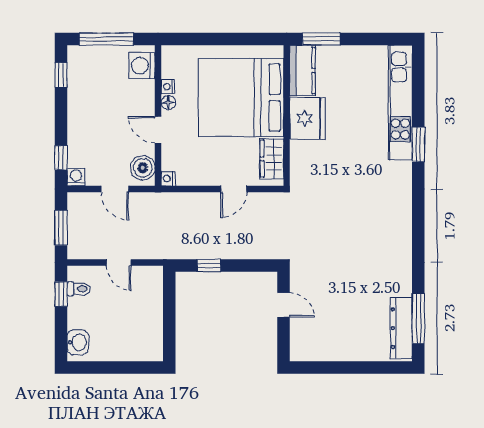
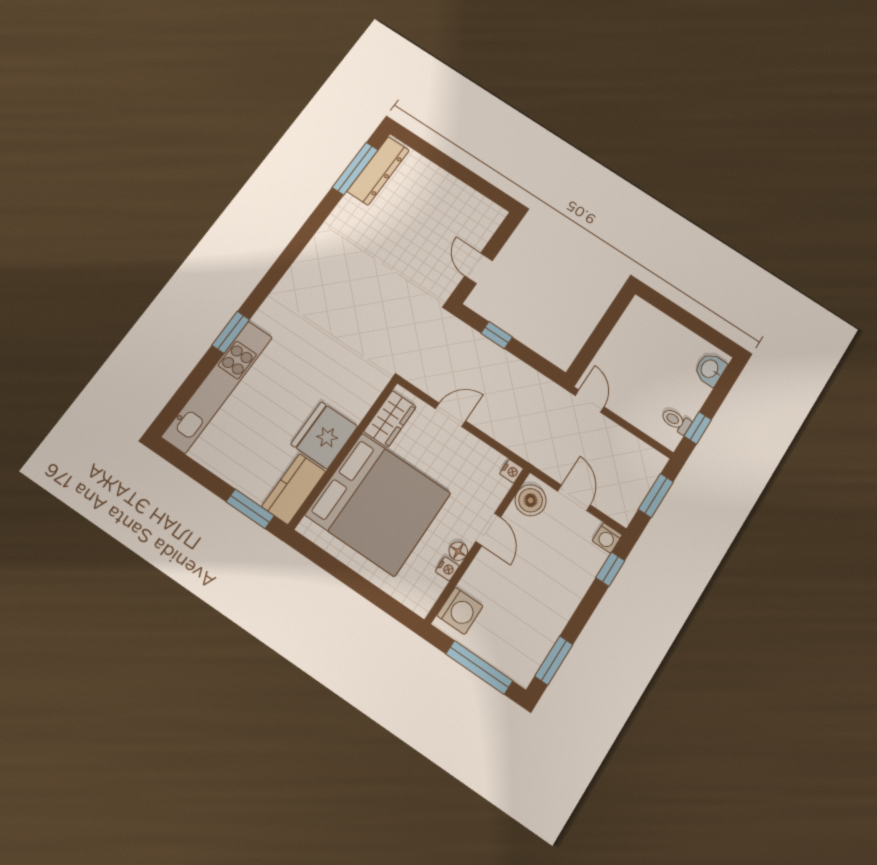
window: (61, 75) -> (554, 660), width x1.50
door: (119, 262) -> (590, 401), moved
window: (209, 266) -> (497, 335), moved

